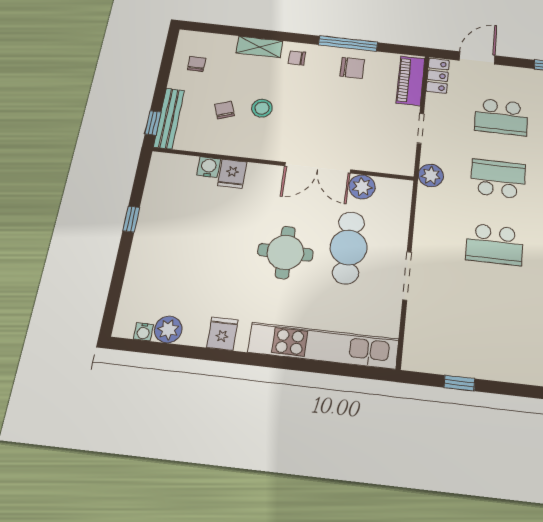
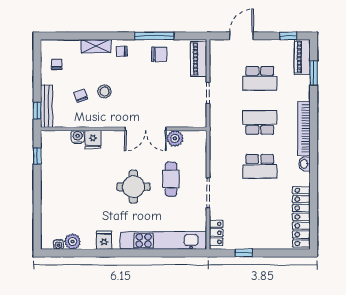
locker: (438, 76) -> (216, 233), moved
plant: (431, 175) -> (217, 125), removed
window: (131, 219) -> (37, 156), moved
cafe table: (349, 247) -> (171, 179), width x0.73, depth x0.74

